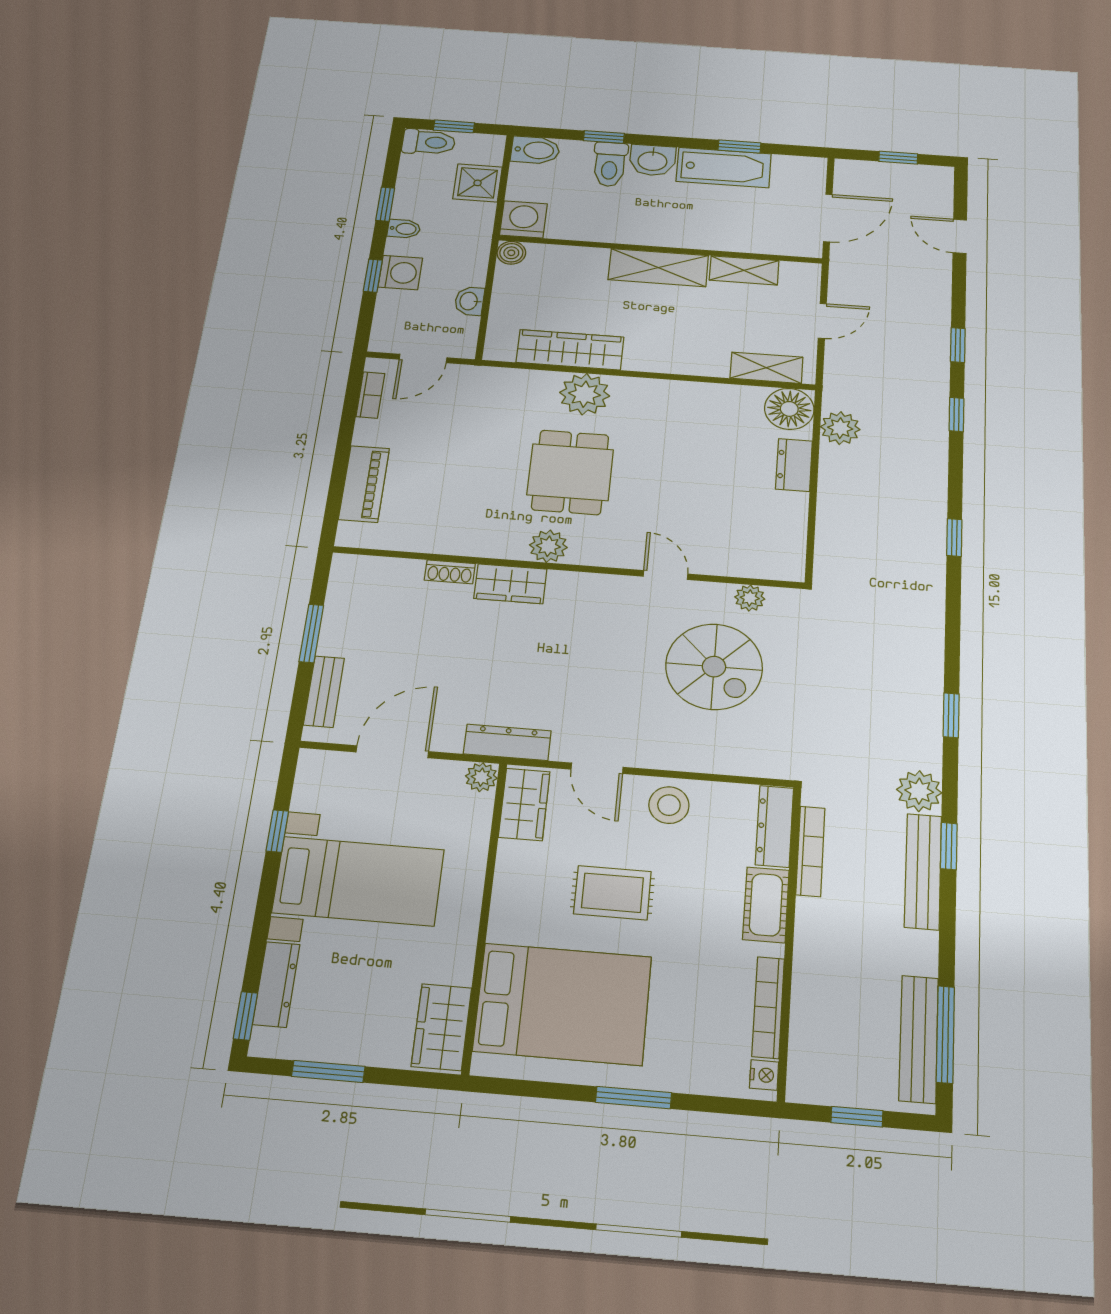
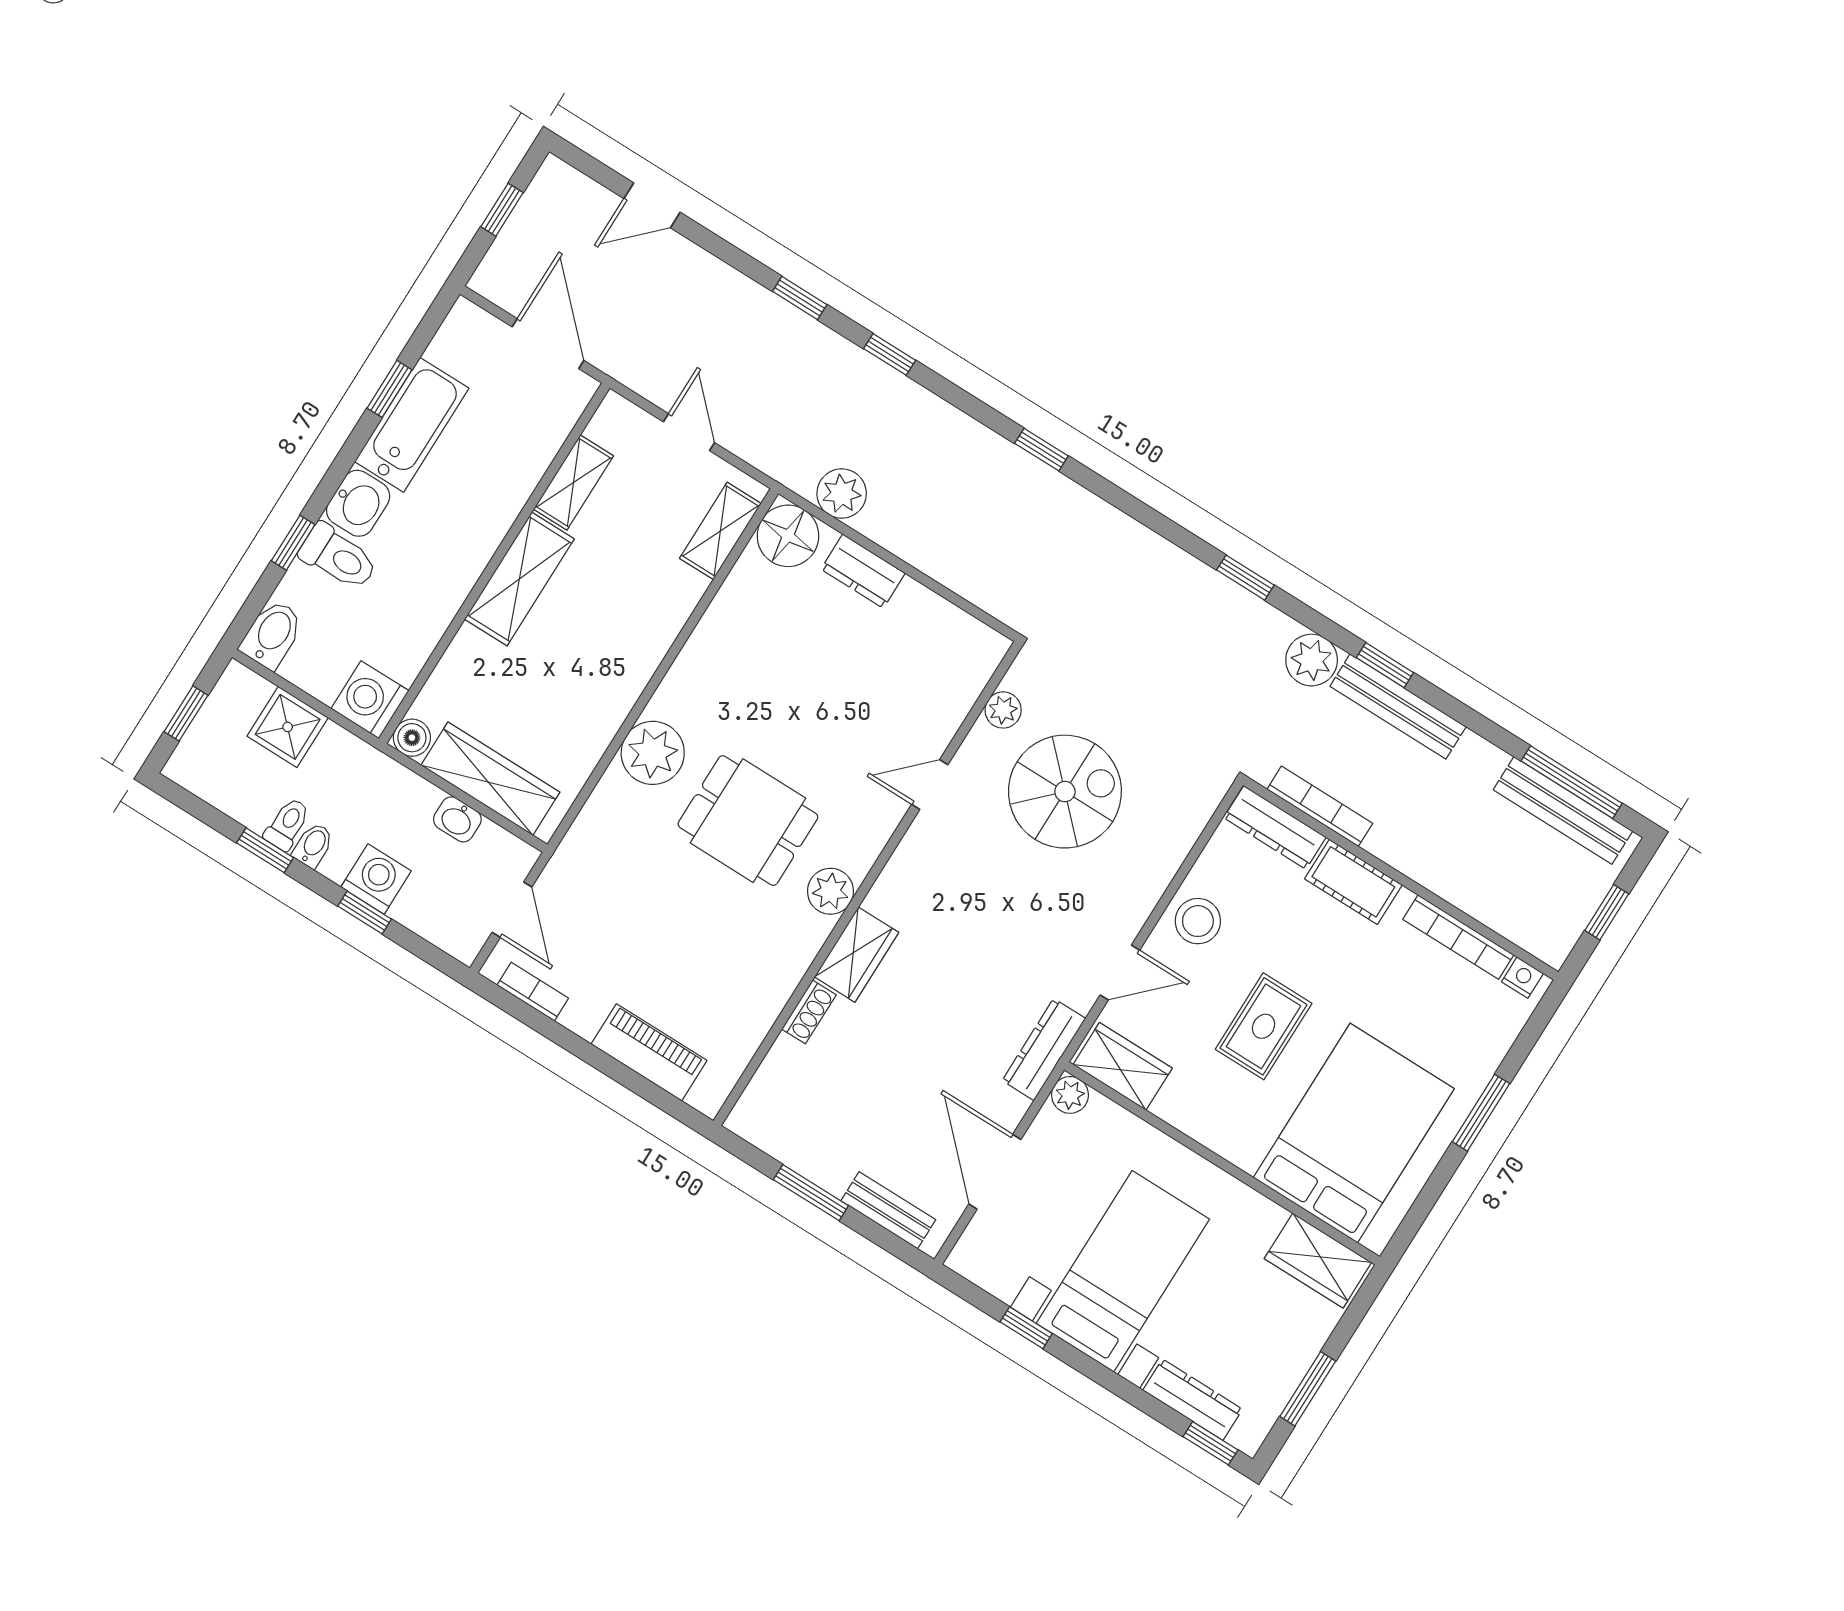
toilet: (429, 142) -> (287, 824), moved, width x0.73, depth x0.72
wardrobe: (570, 350) -> (490, 779), moved, turned 90

